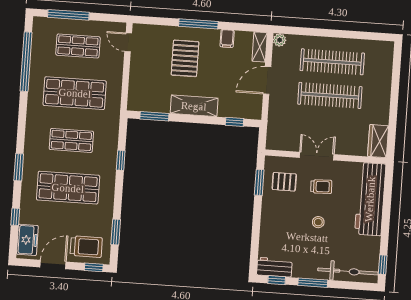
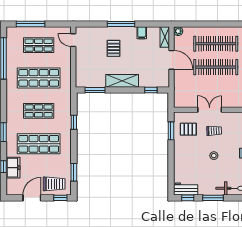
pallet: (185, 58) -> (114, 48), width x0.67, depth x0.71
door: (267, 80) -> (171, 60), swing flipped
freezer: (27, 240) -> (13, 168), moved

